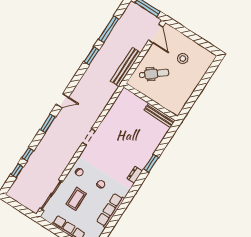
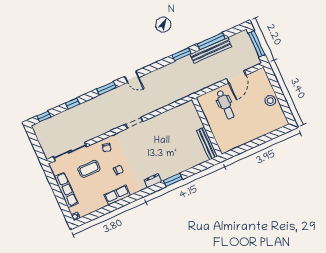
door: (156, 34) -> (236, 77), moved
stool: (183, 58) -> (270, 101), moved
bench: (126, 67) -> (211, 50), moved
dental chair: (154, 74) -> (225, 105), turned 39
window: (17, 171) -> (44, 116), moved
row of seats: (110, 210) -> (117, 195), width x0.68

